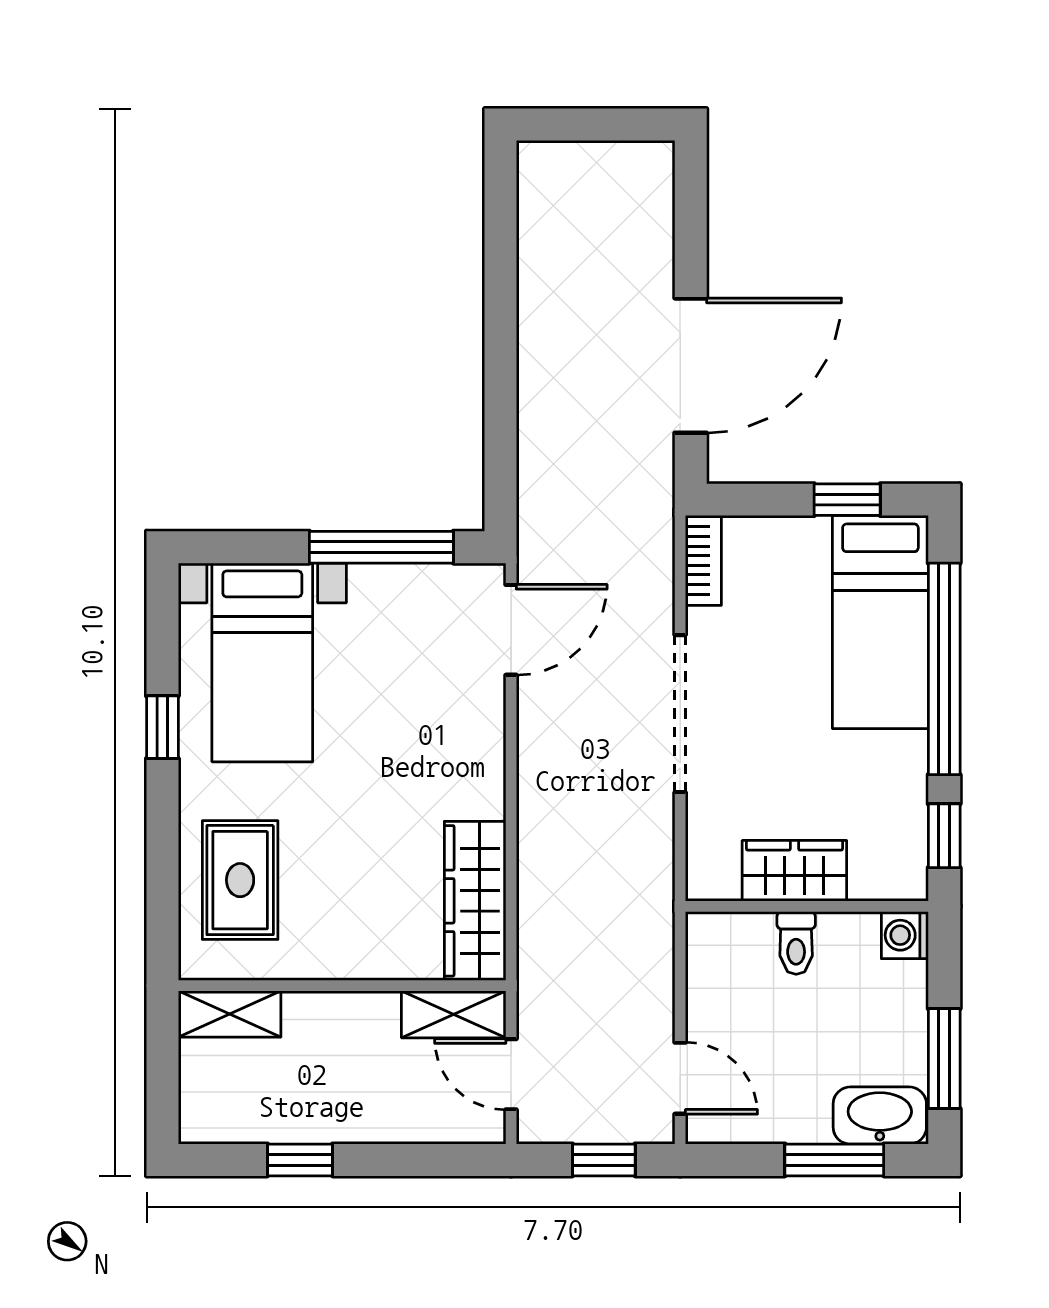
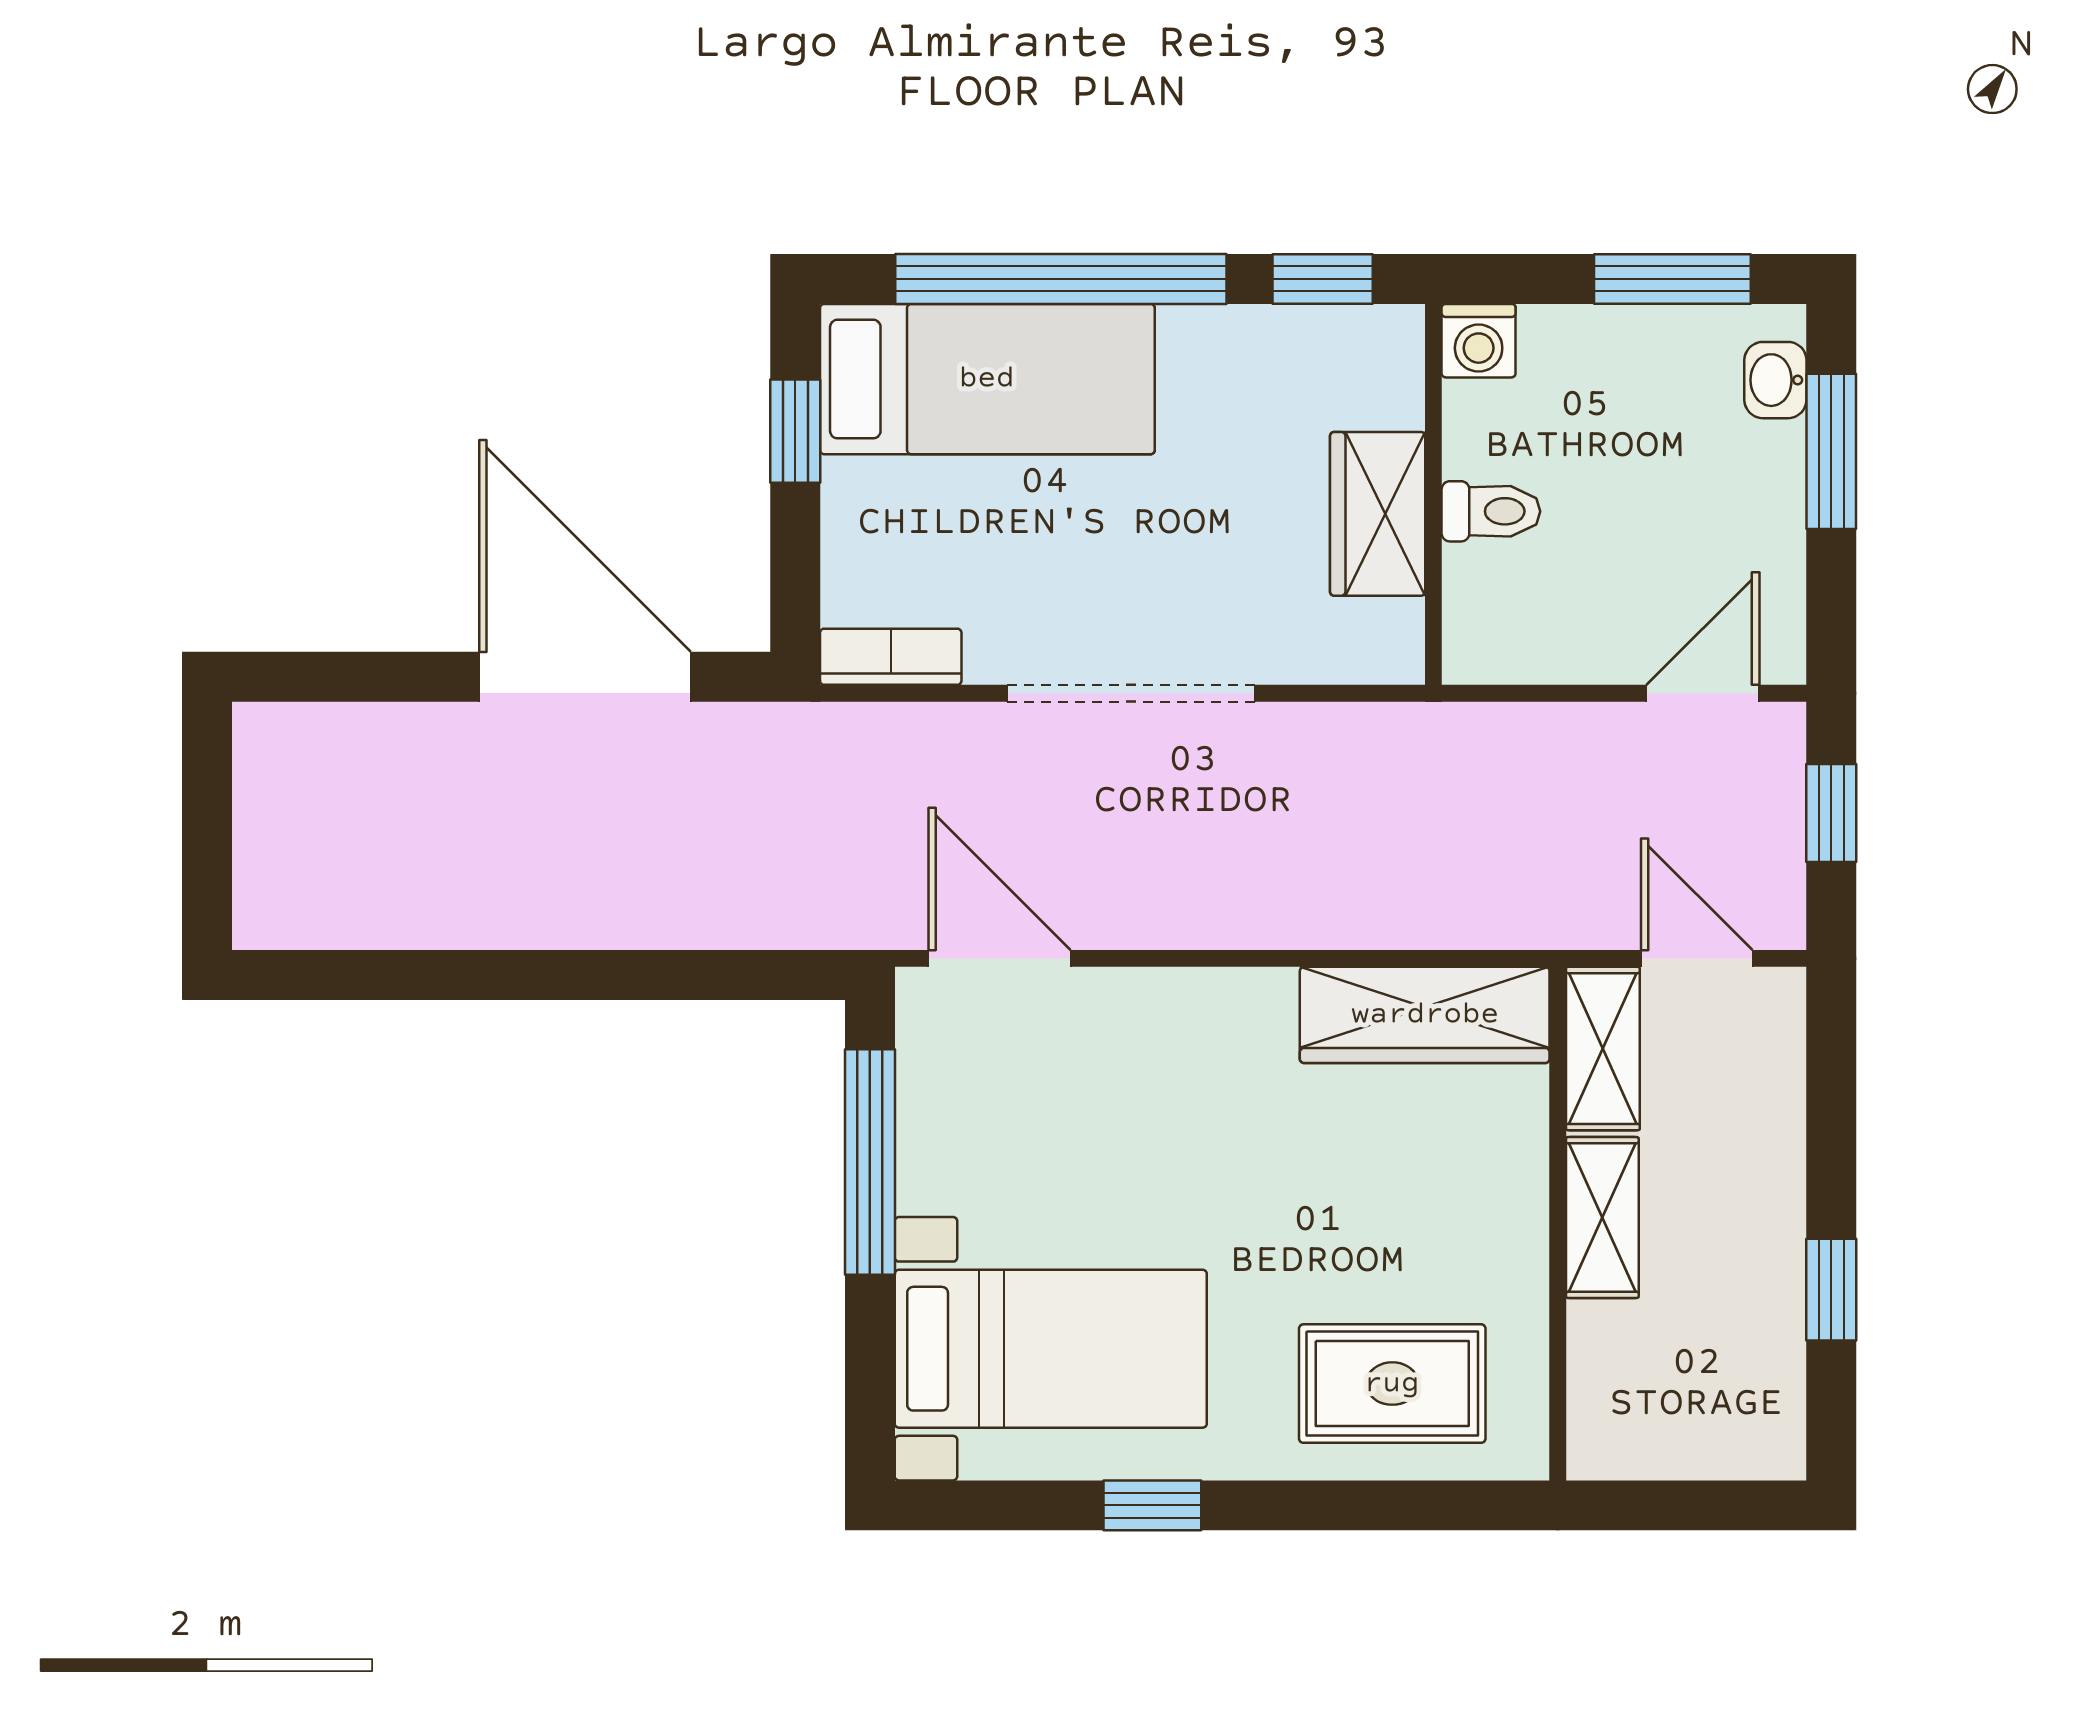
shelving: (230, 1014) -> (1602, 1218), moved
door: (511, 1074) -> (1697, 958), swing flipped
washbasin: (880, 1116) -> (1775, 380), width x0.52, depth x0.69

